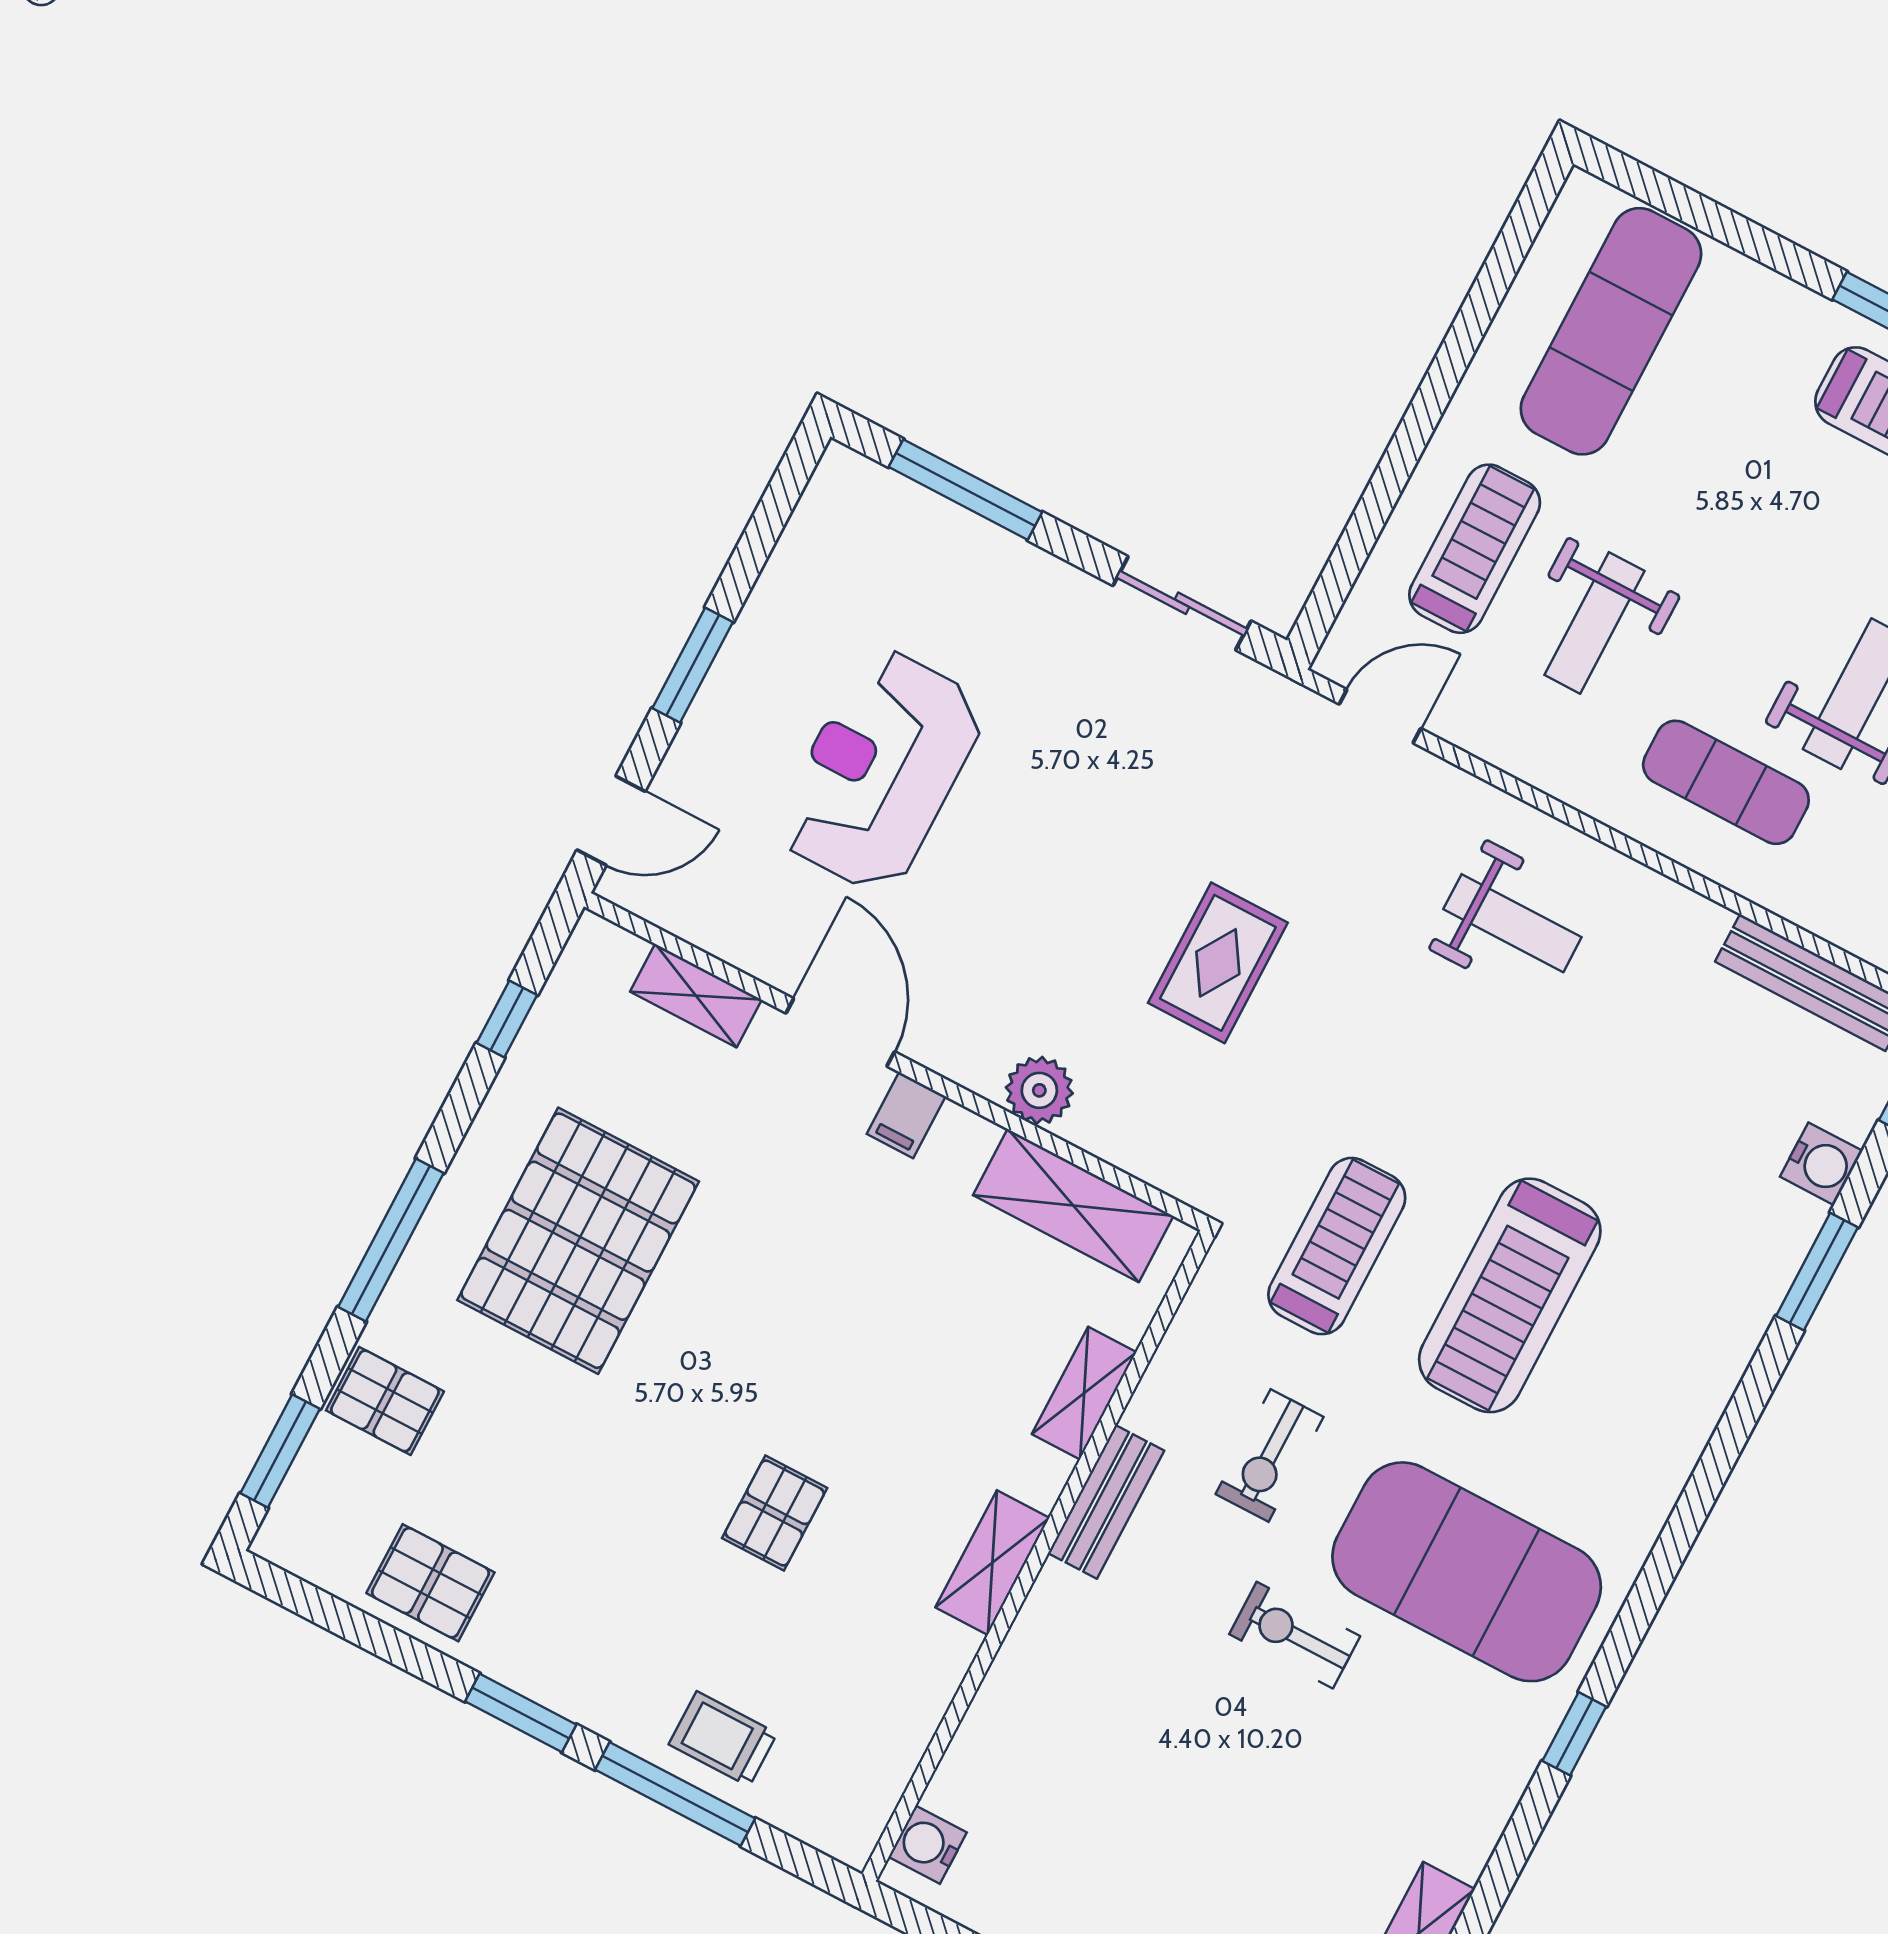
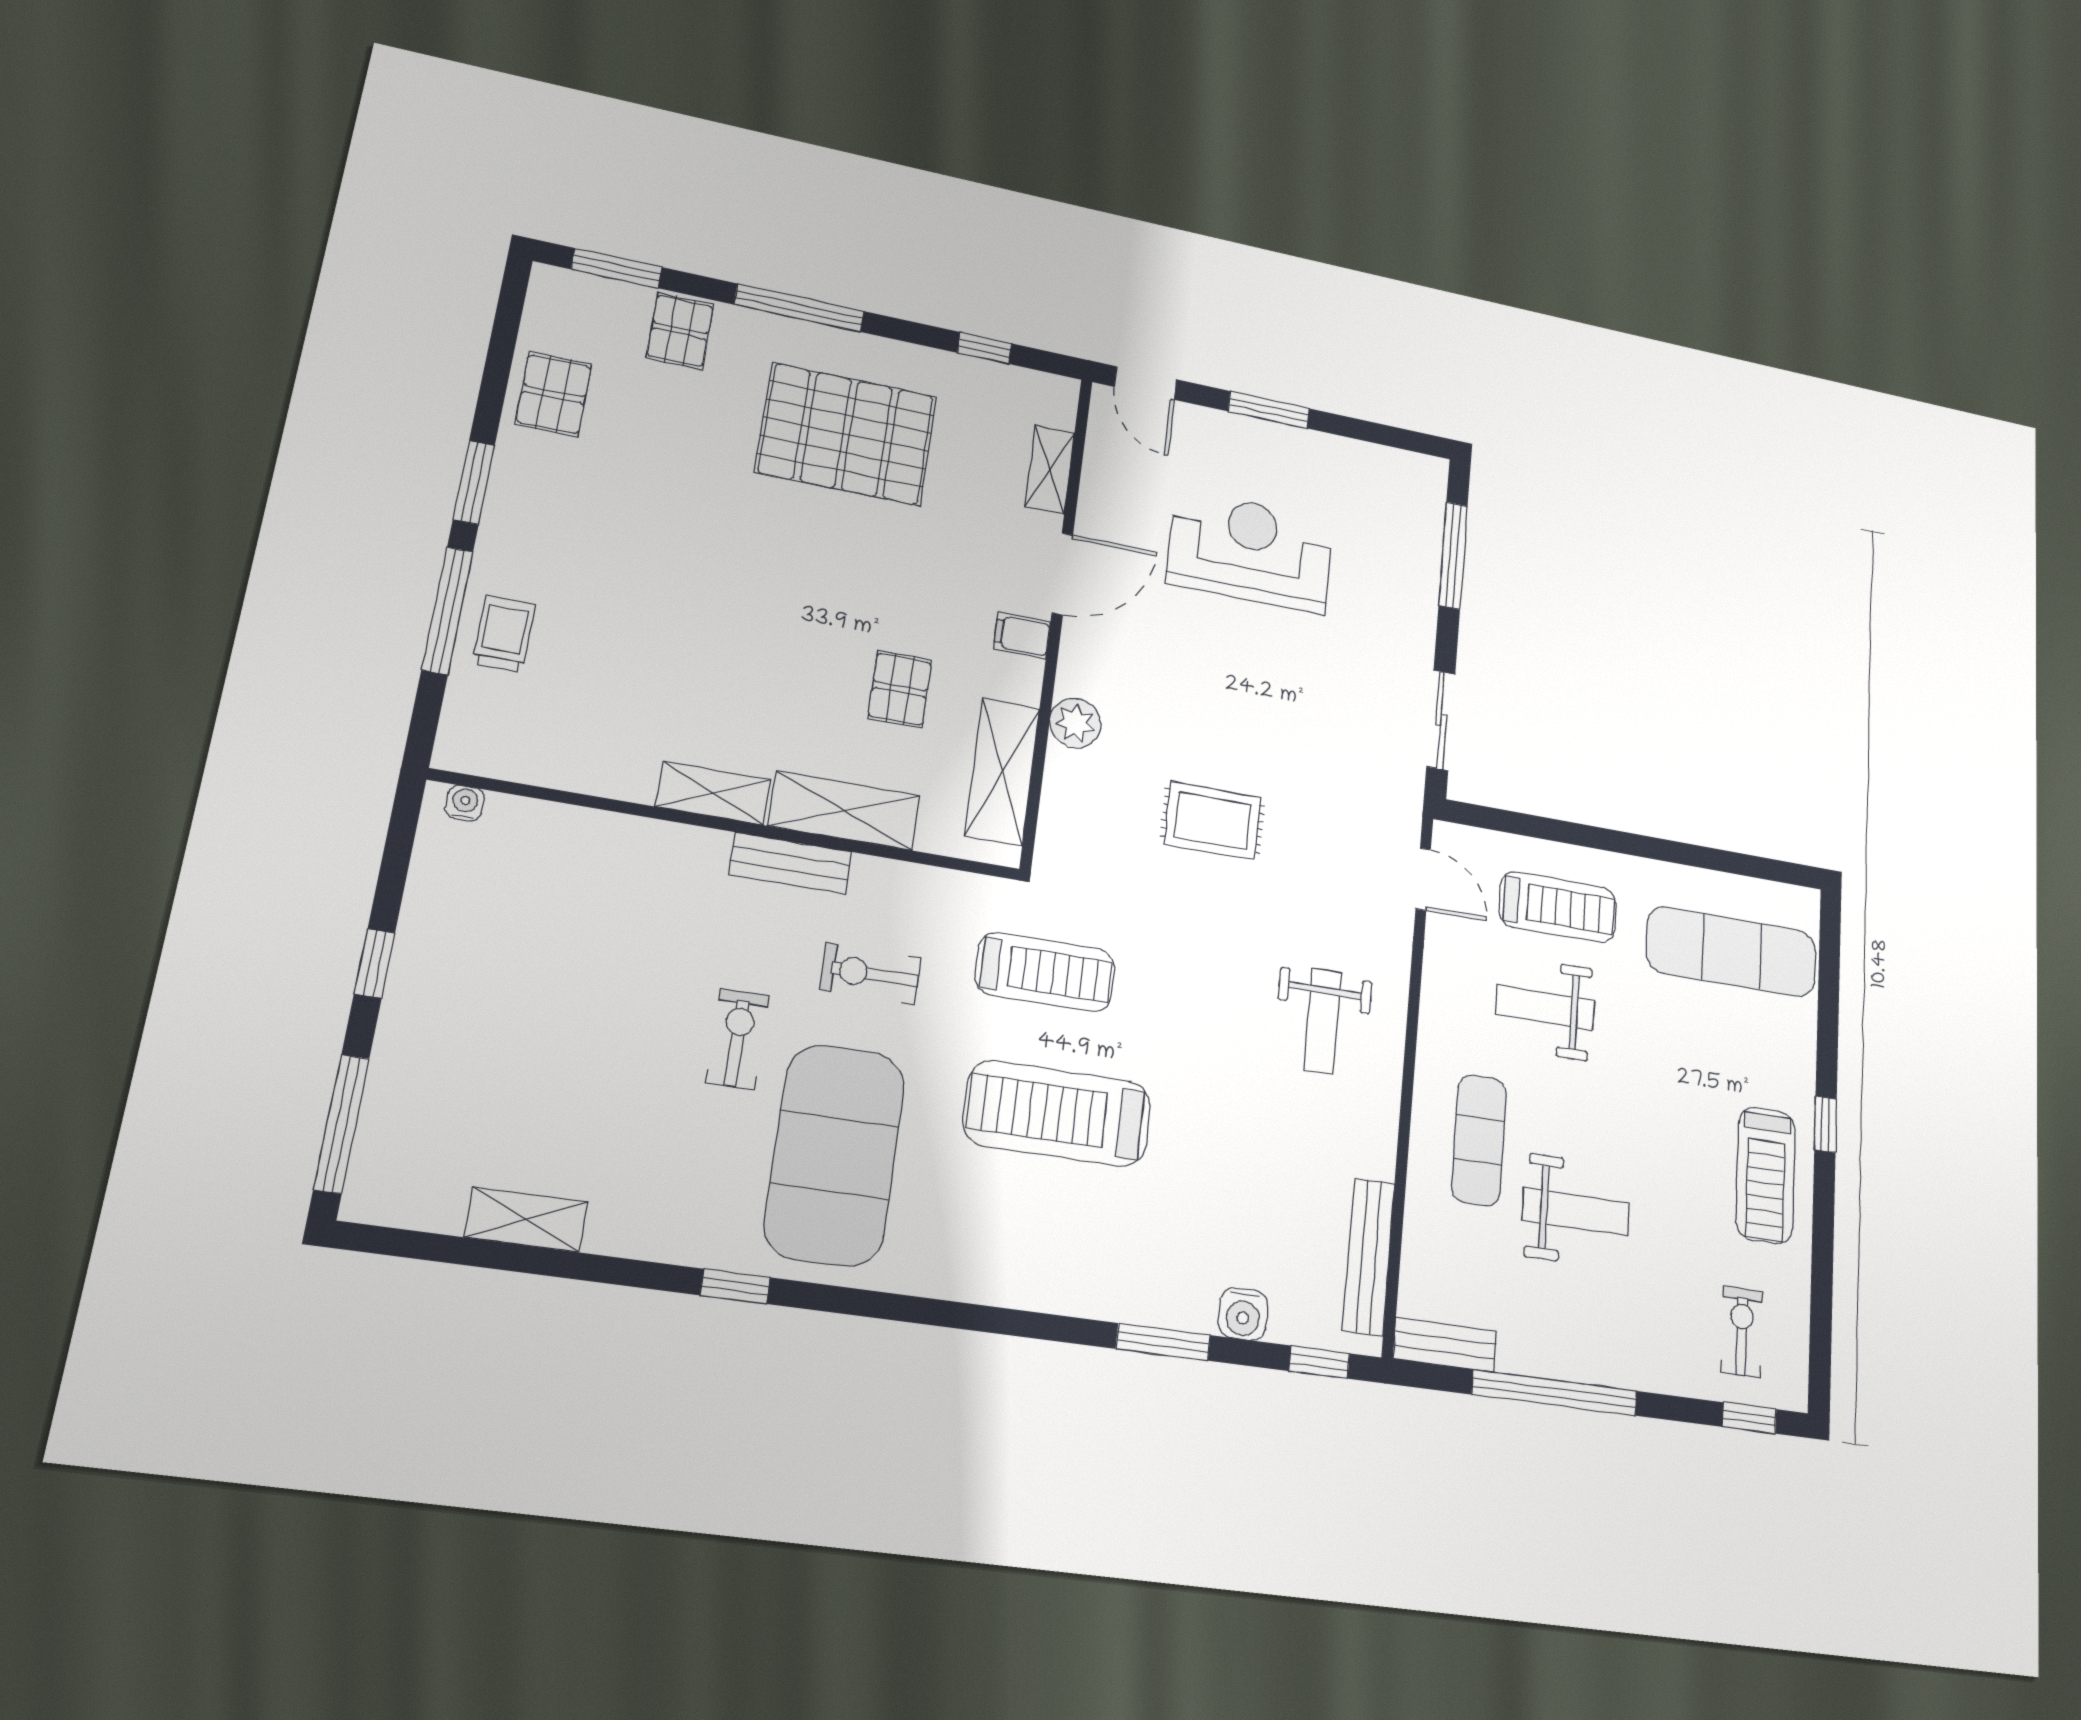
shelving: (1084, 1393) -> (844, 811), width x1.50, depth x1.33
pallet: (775, 1513) -> (900, 689), moved, turned 90
water cooler: (928, 1845) -> (465, 803), width x0.72, depth x0.72

